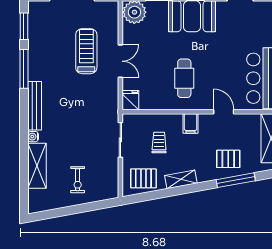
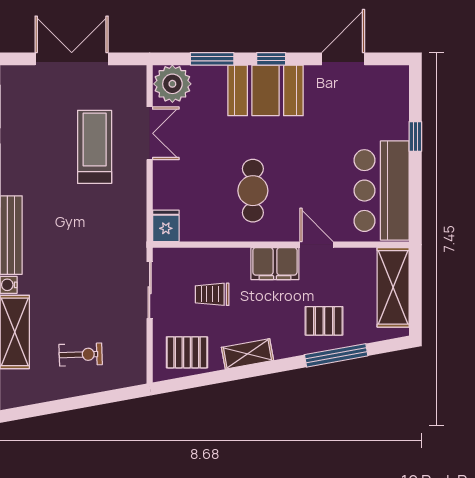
double door: (120, 61) -> (150, 133), moved
filing cabinet: (190, 123) -> (275, 264), width x2.00
trolley: (159, 142) -> (212, 294), turned -90
exercise bike: (78, 180) -> (81, 355), turned -92

